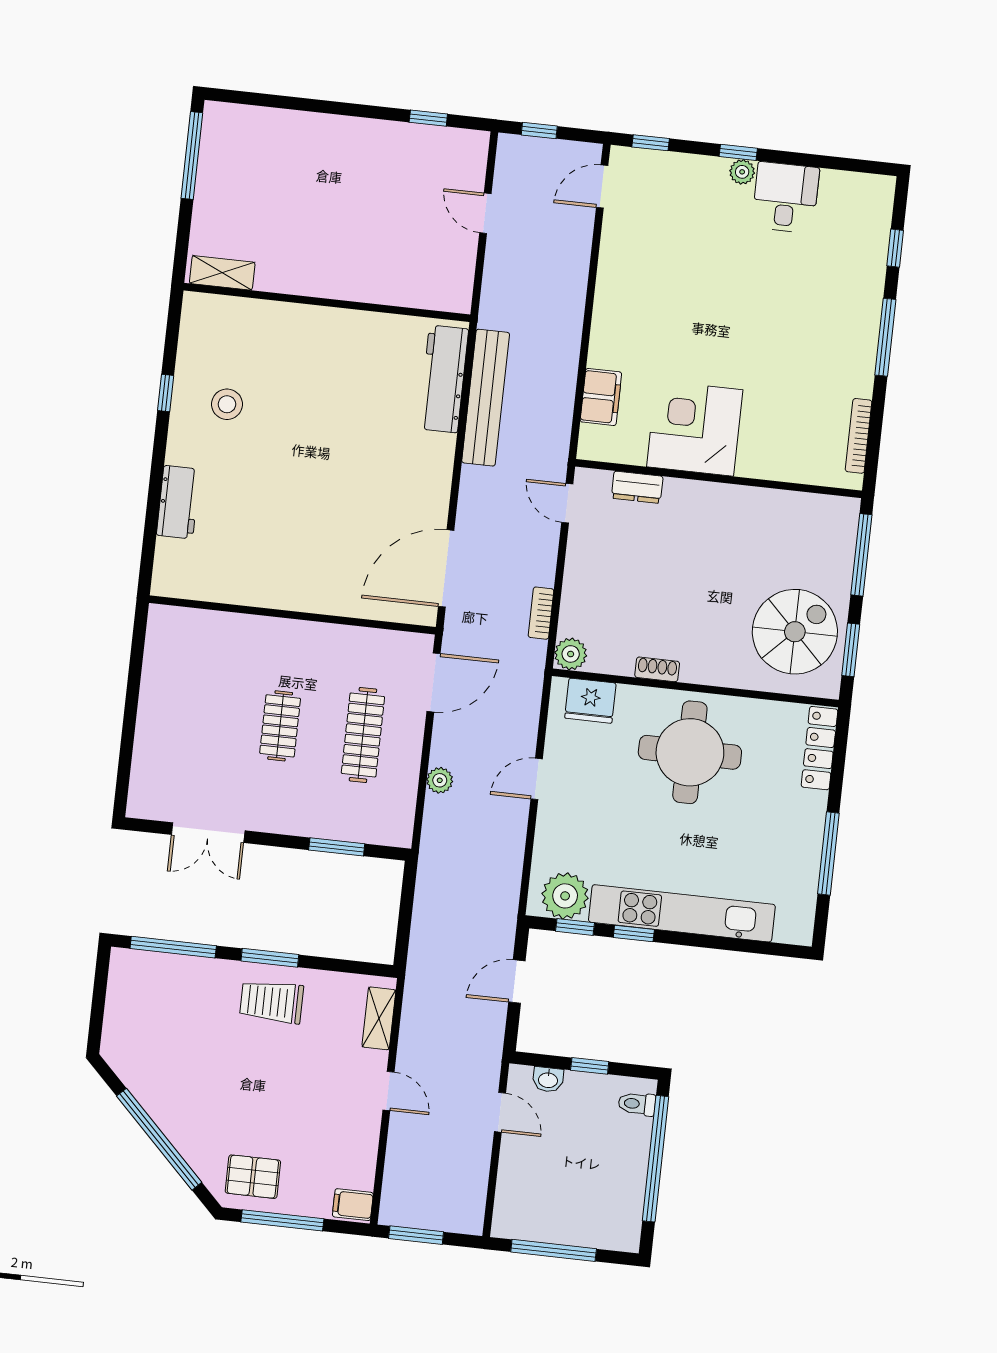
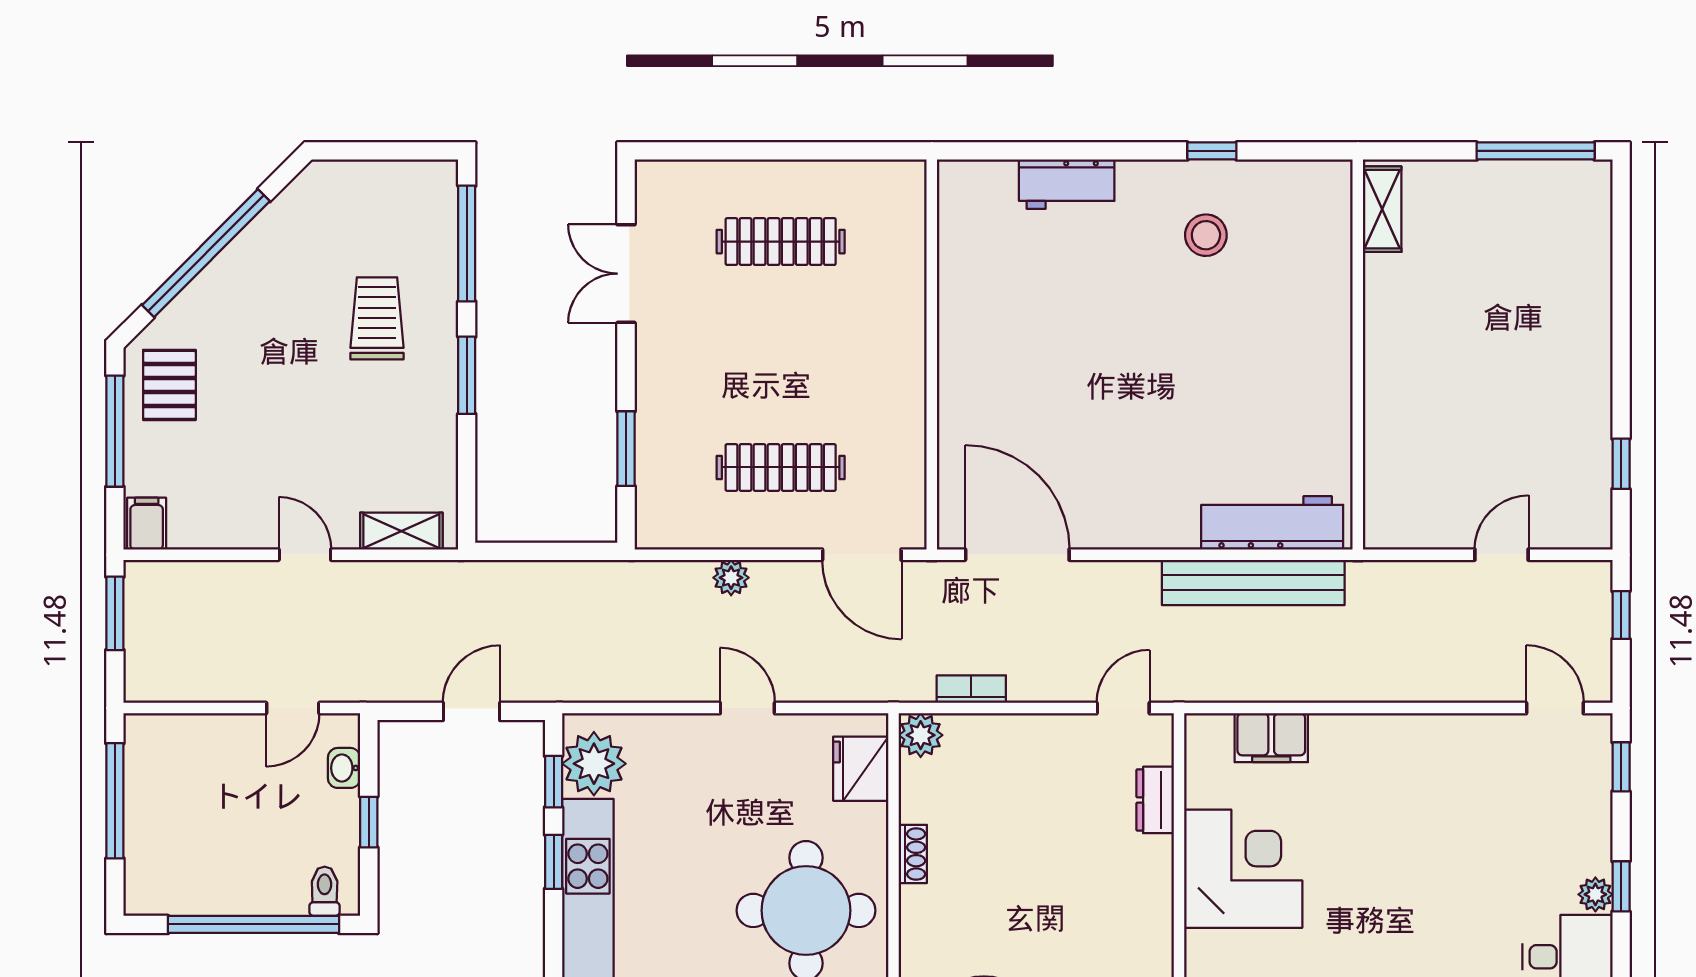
clothes rail: (280, 726) -> (781, 242), moved, width x1.36
door: (517, 982) -> (471, 711), hinge flipped
trolley: (272, 1002) -> (377, 318), moved
door: (388, 1091) -> (305, 555), swing flipped

